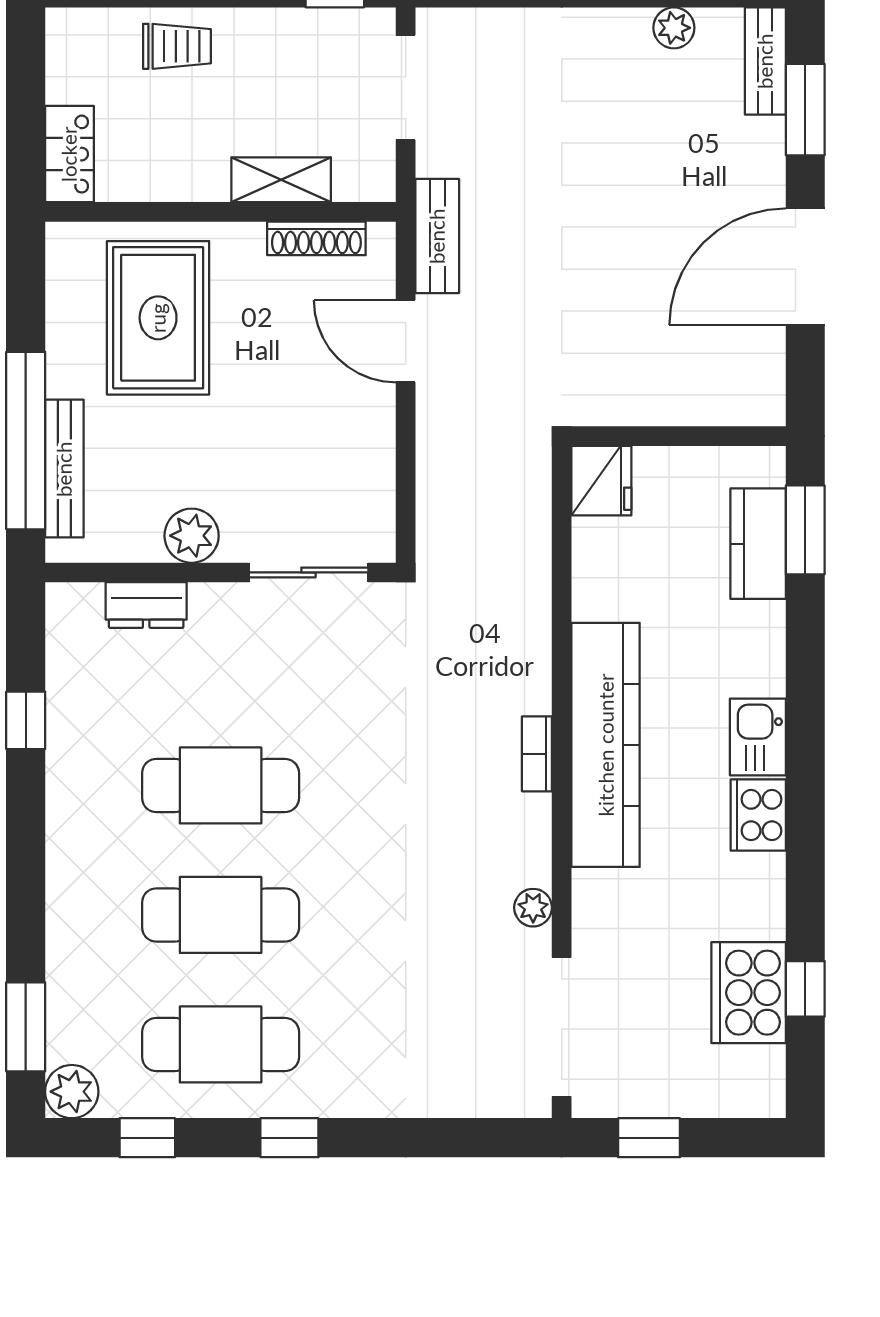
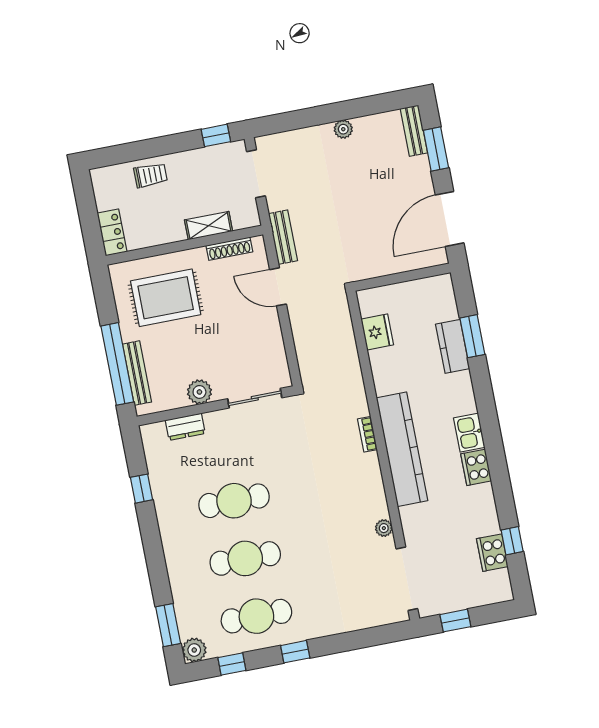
plant: (674, 28) -> (343, 129), moved
rug: (158, 318) -> (166, 298), turned 90
wall: (679, 436) -> (402, 277), moved
bookcase: (537, 754) -> (367, 434), moved
cooker: (749, 993) -> (492, 553), width x0.73, depth x0.76

